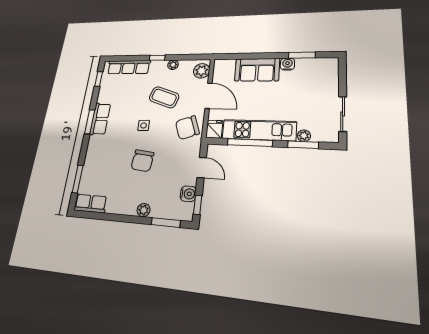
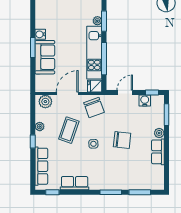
window: (302, 55) -> (33, 48), moved
row of seats: (100, 119) -> (75, 183), moved
window: (90, 122) -> (111, 192), moved
row of seats: (90, 203) -> (158, 152), moved

